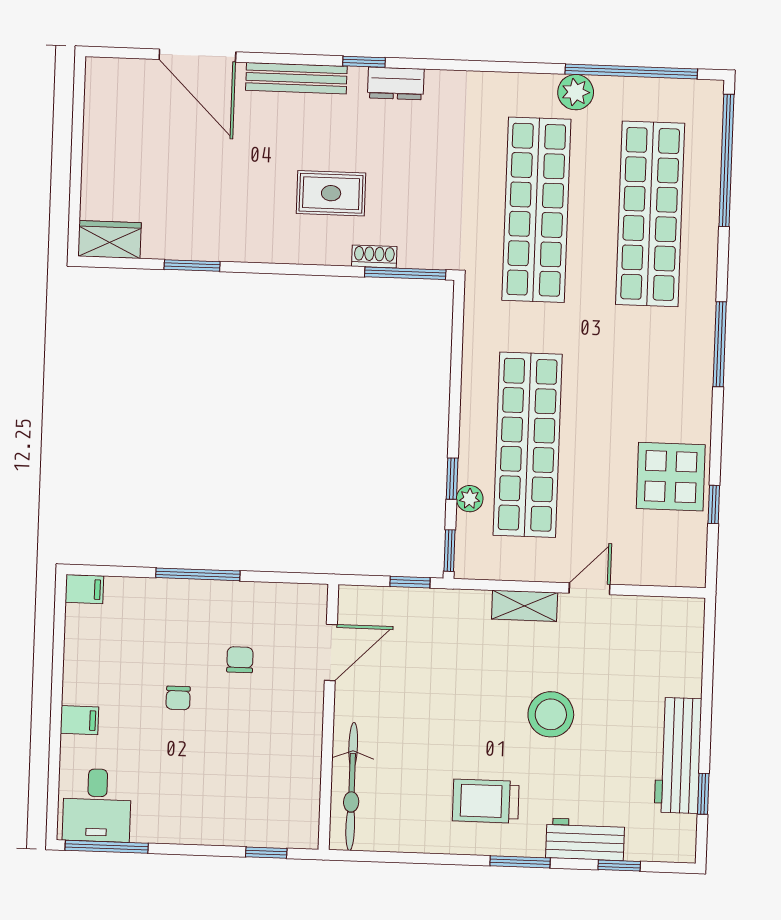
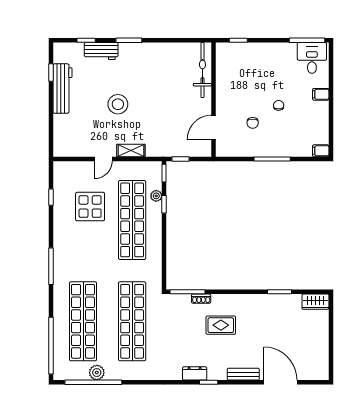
bench: (296, 78) -> (243, 374), width x0.73
plant: (576, 92) -> (97, 373), moved
display table: (671, 477) -> (90, 207), moved
trolley: (486, 801) -> (145, 66), removed

